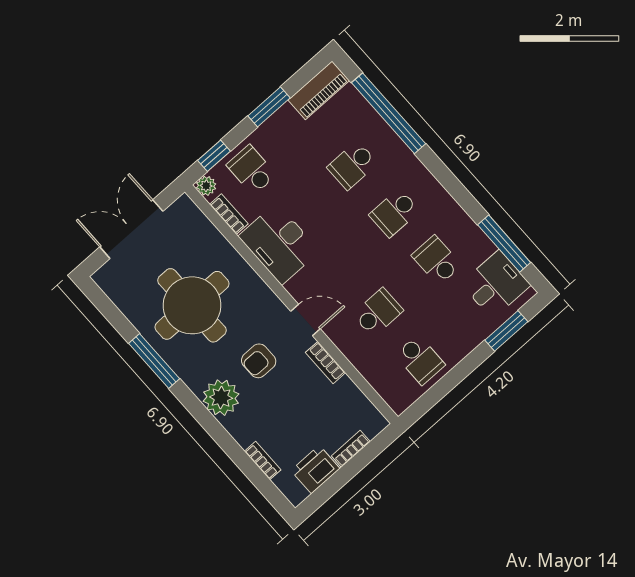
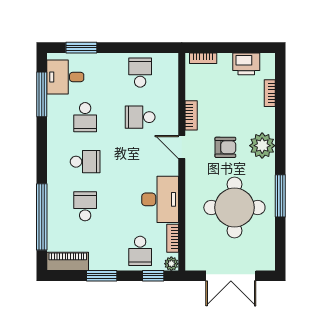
school desk: (352, 165) -> (85, 206), turned -90
bookcase: (351, 449) -> (203, 58), moved

